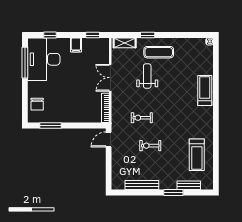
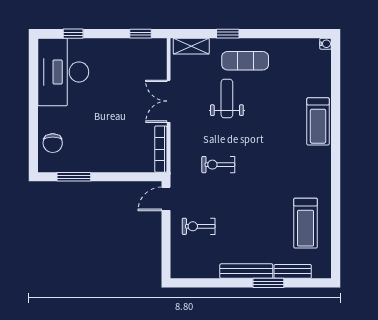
filing cabinet: (76, 45) -> (114, 49), removed
window: (25, 63) -> (33, 77), removed
treadmill: (205, 90) -> (318, 121), turned 180
exercise bike: (150, 146) -> (199, 226), moved
bench: (142, 185) -> (246, 271), moved

